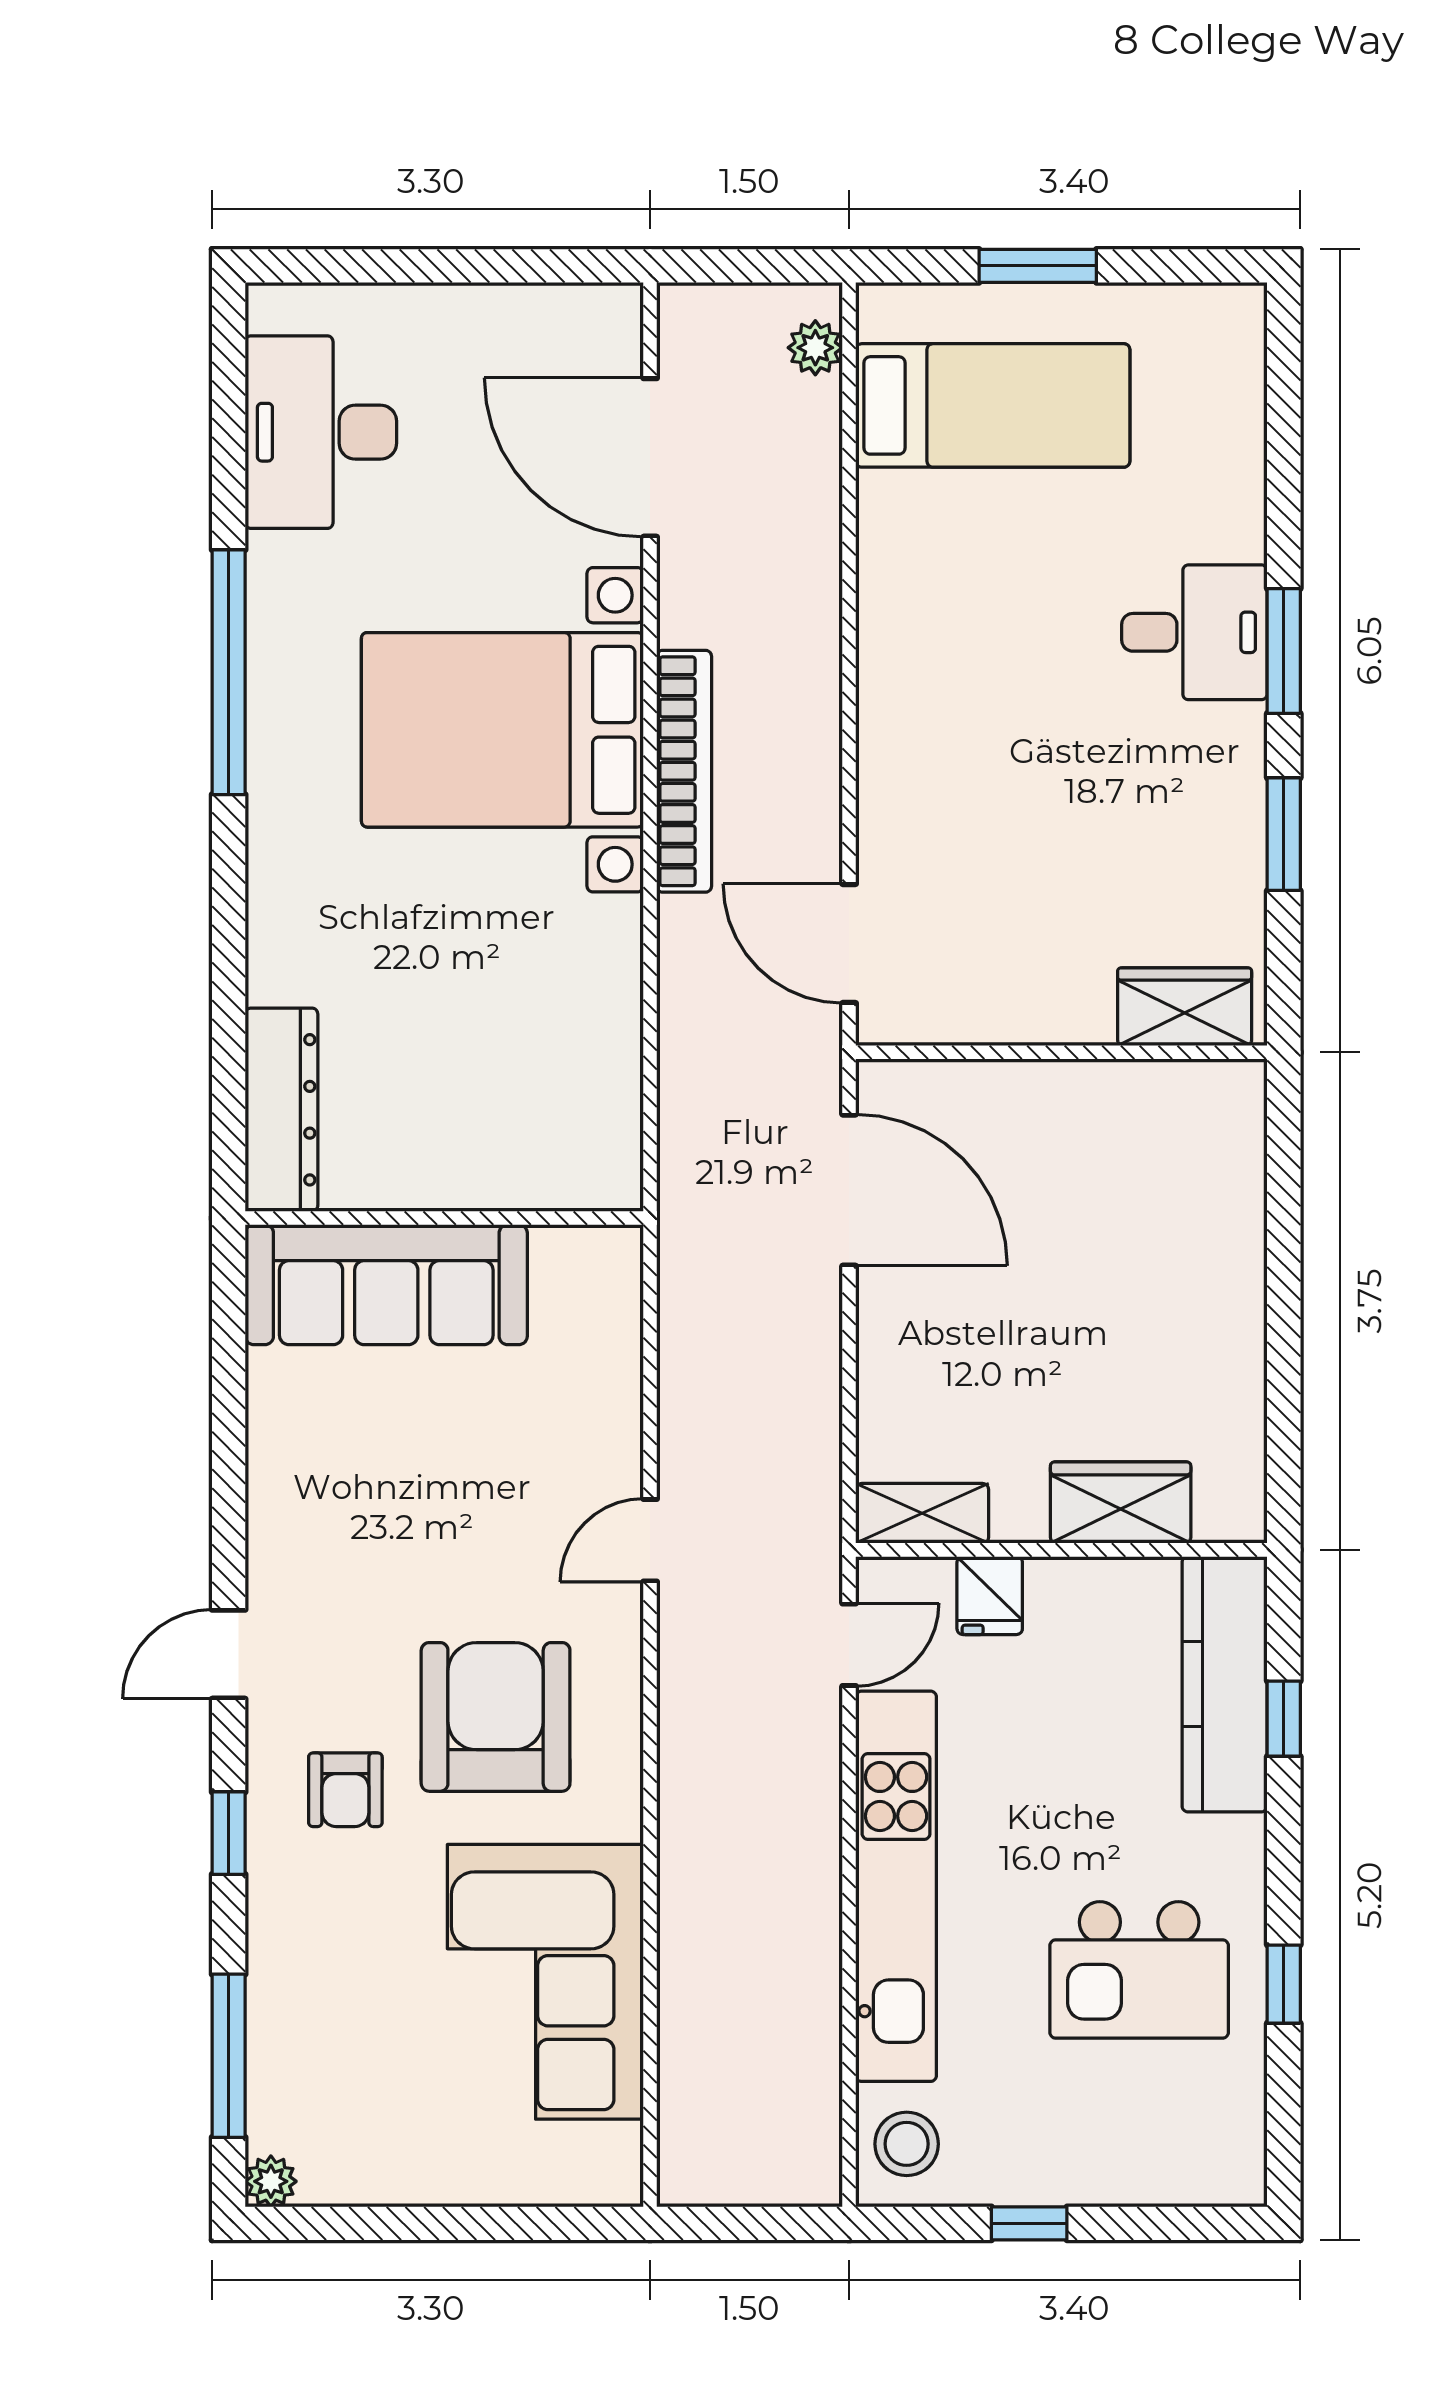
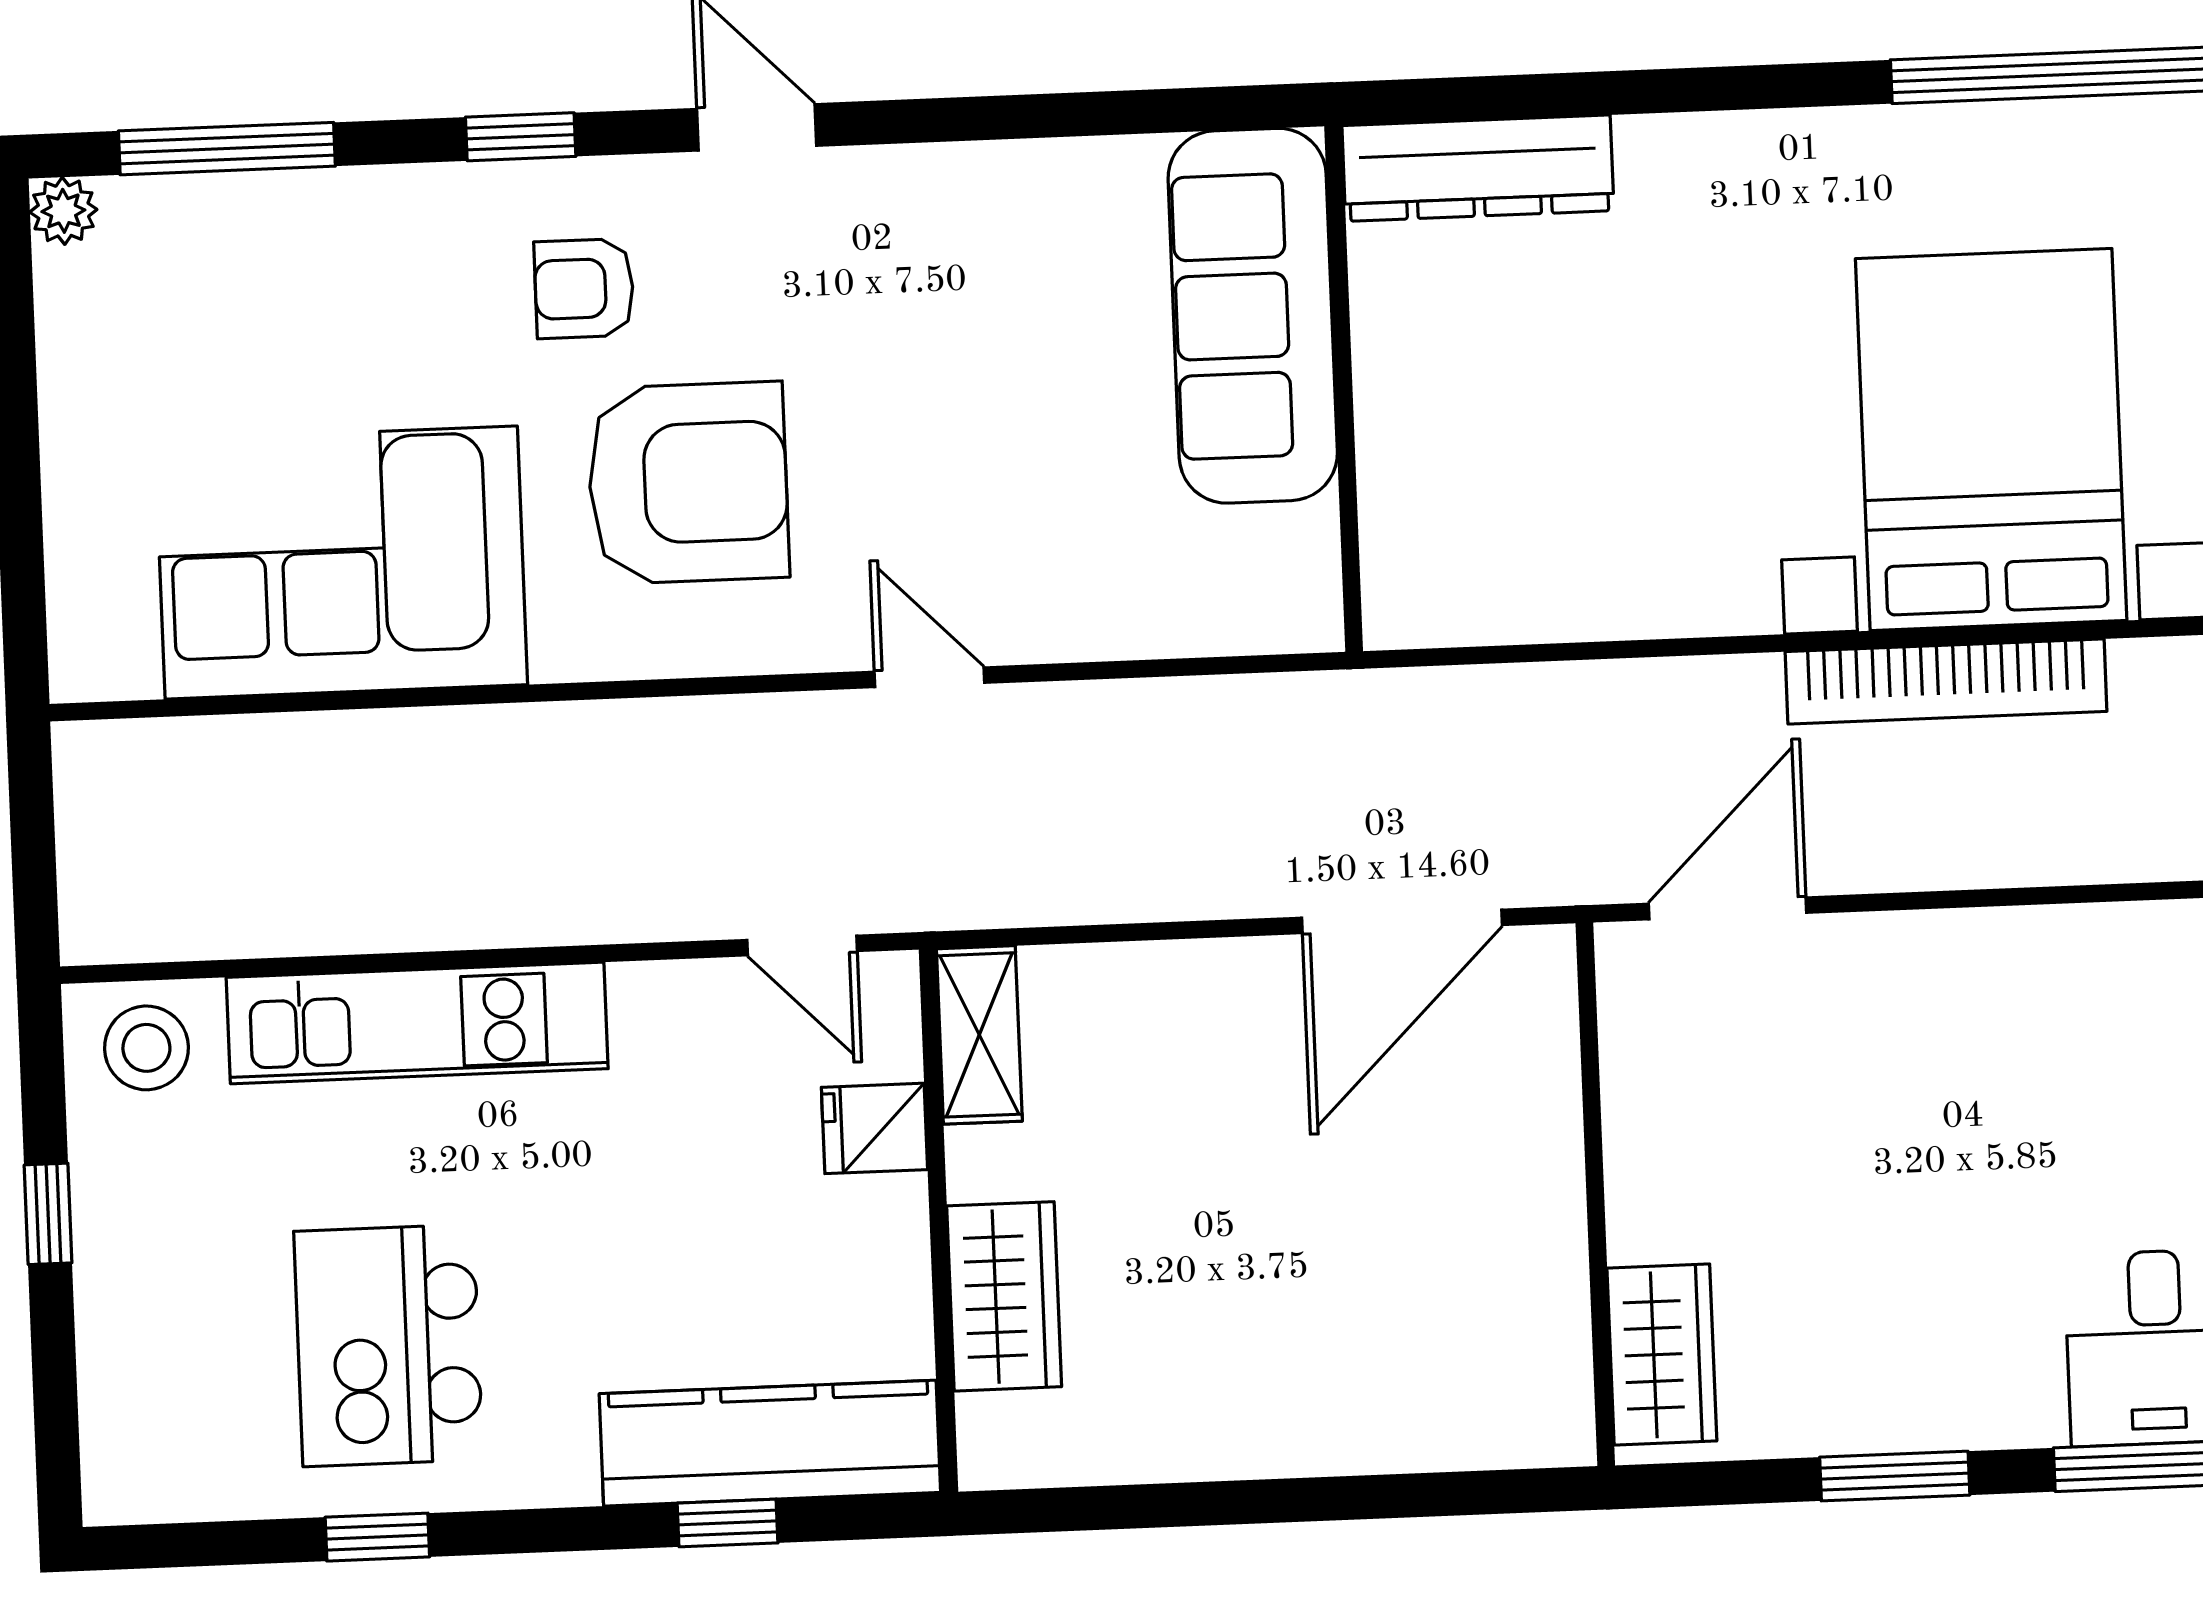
kitchen unit: (896, 1886) -> (417, 1023), width x0.73

